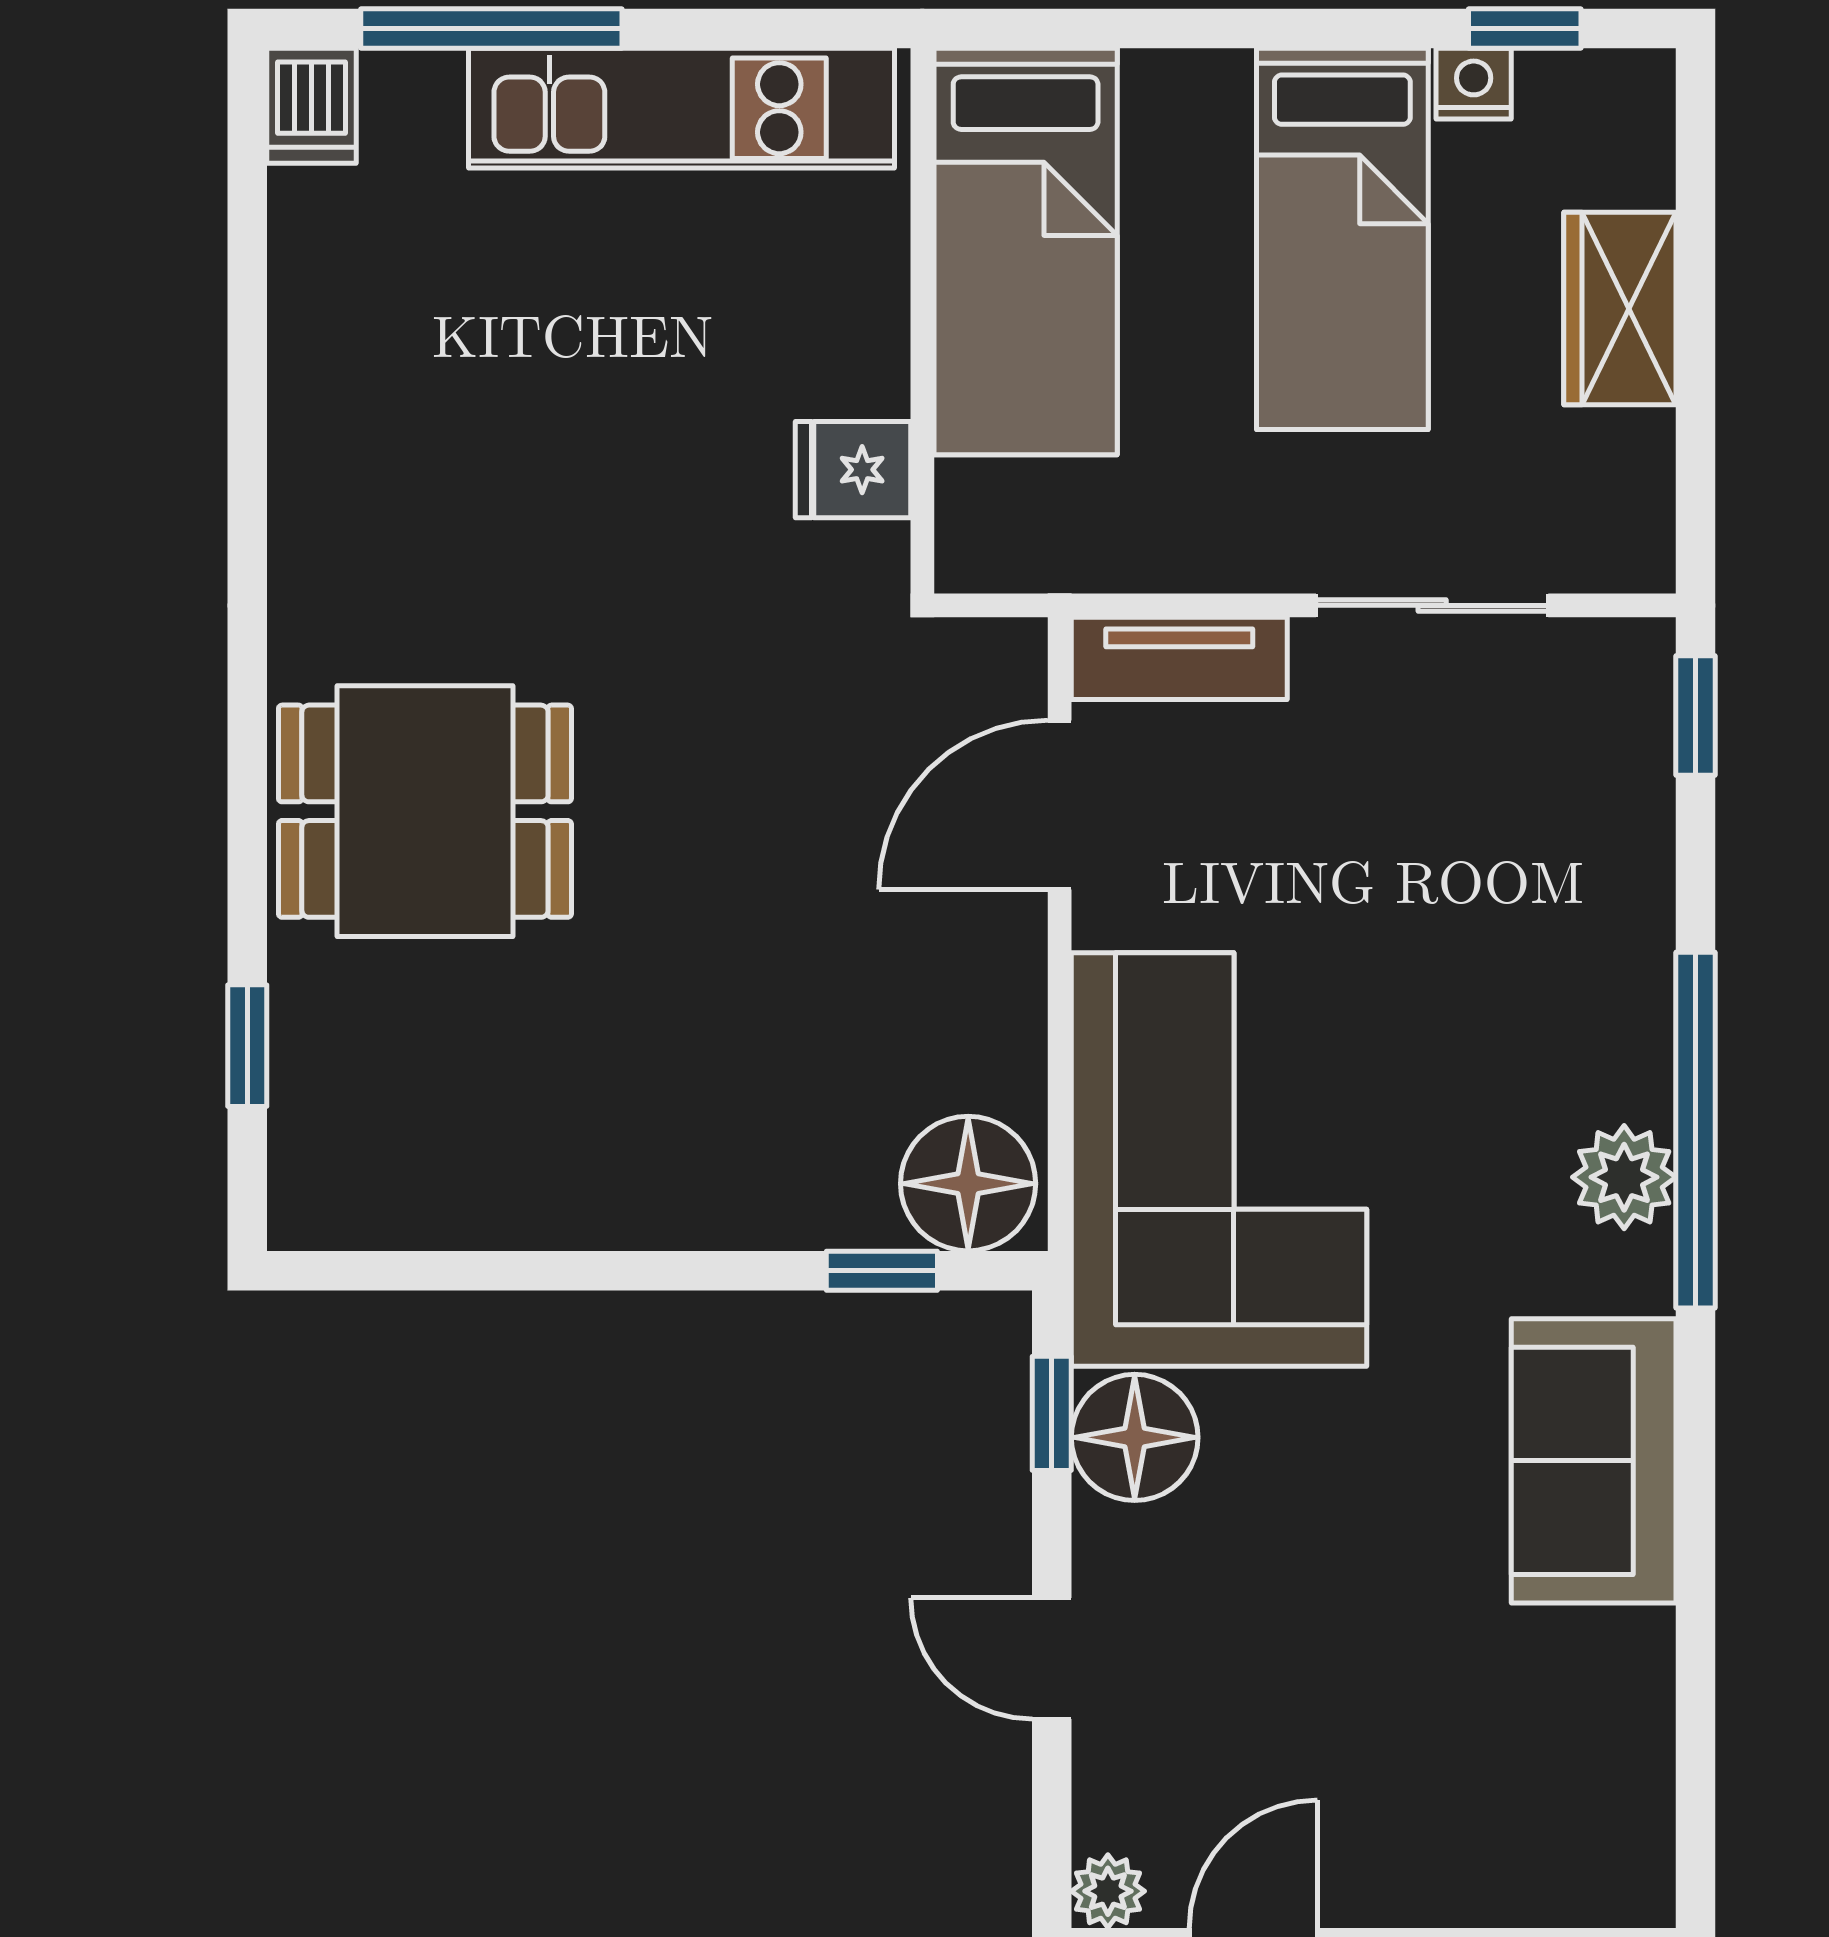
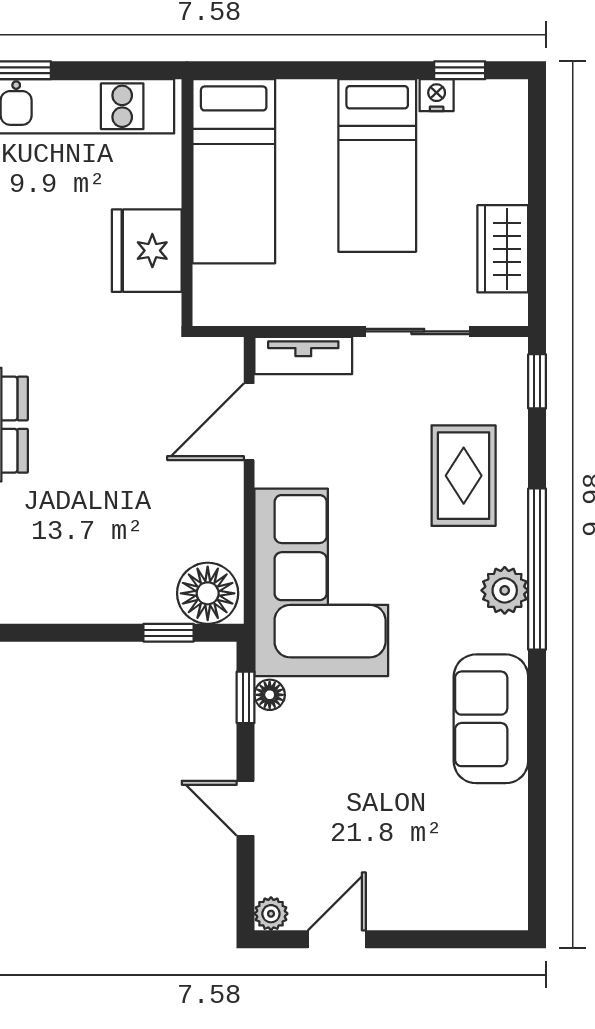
wardrobe: (1620, 309) -> (503, 249), moved
fridge: (853, 470) -> (147, 251), width x1.88, depth x1.34
rug: (1533, 924) -> (464, 476), added
floor lamp: (1135, 1437) -> (270, 695), width x0.53, depth x0.53

